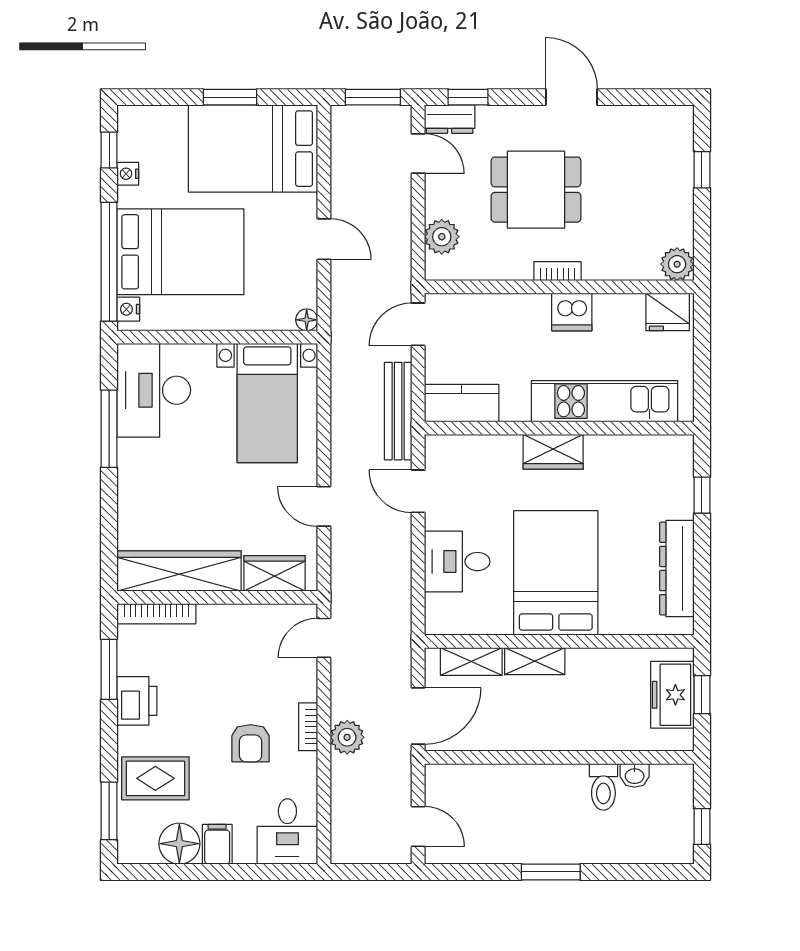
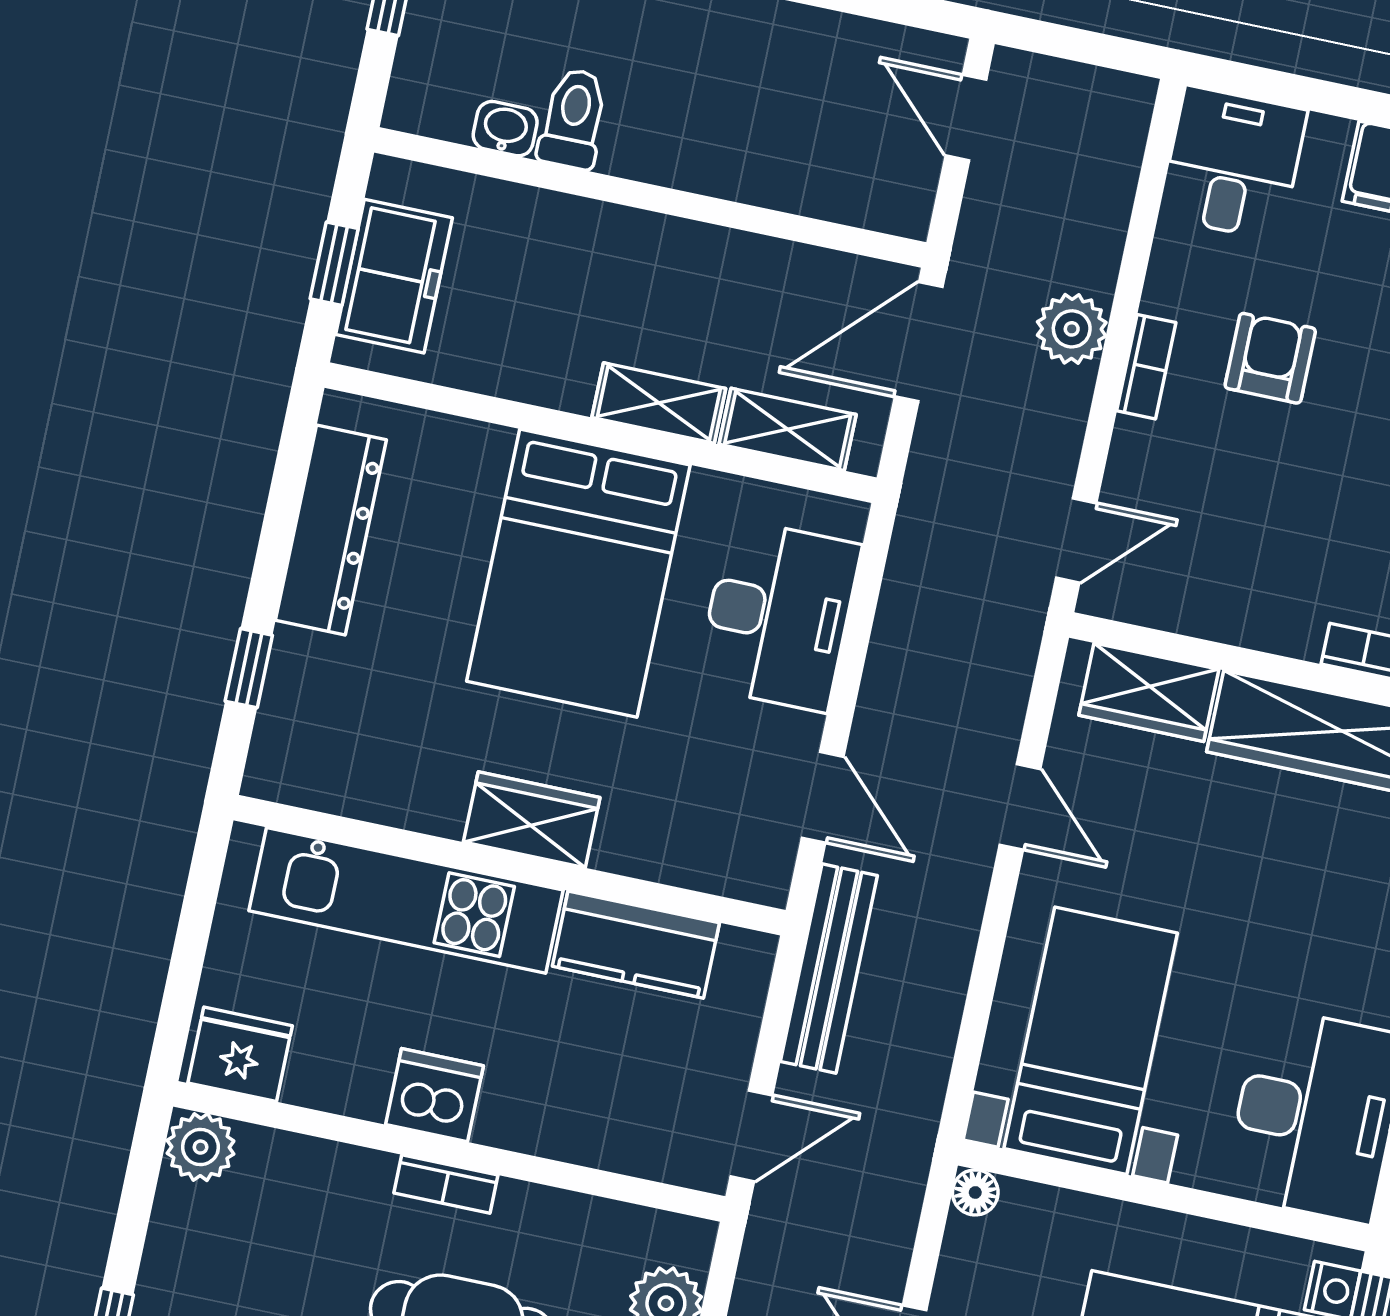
kitchen counter: (462, 403) -> (636, 945), moved
desk: (457, 562) -> (778, 615), width x1.37

